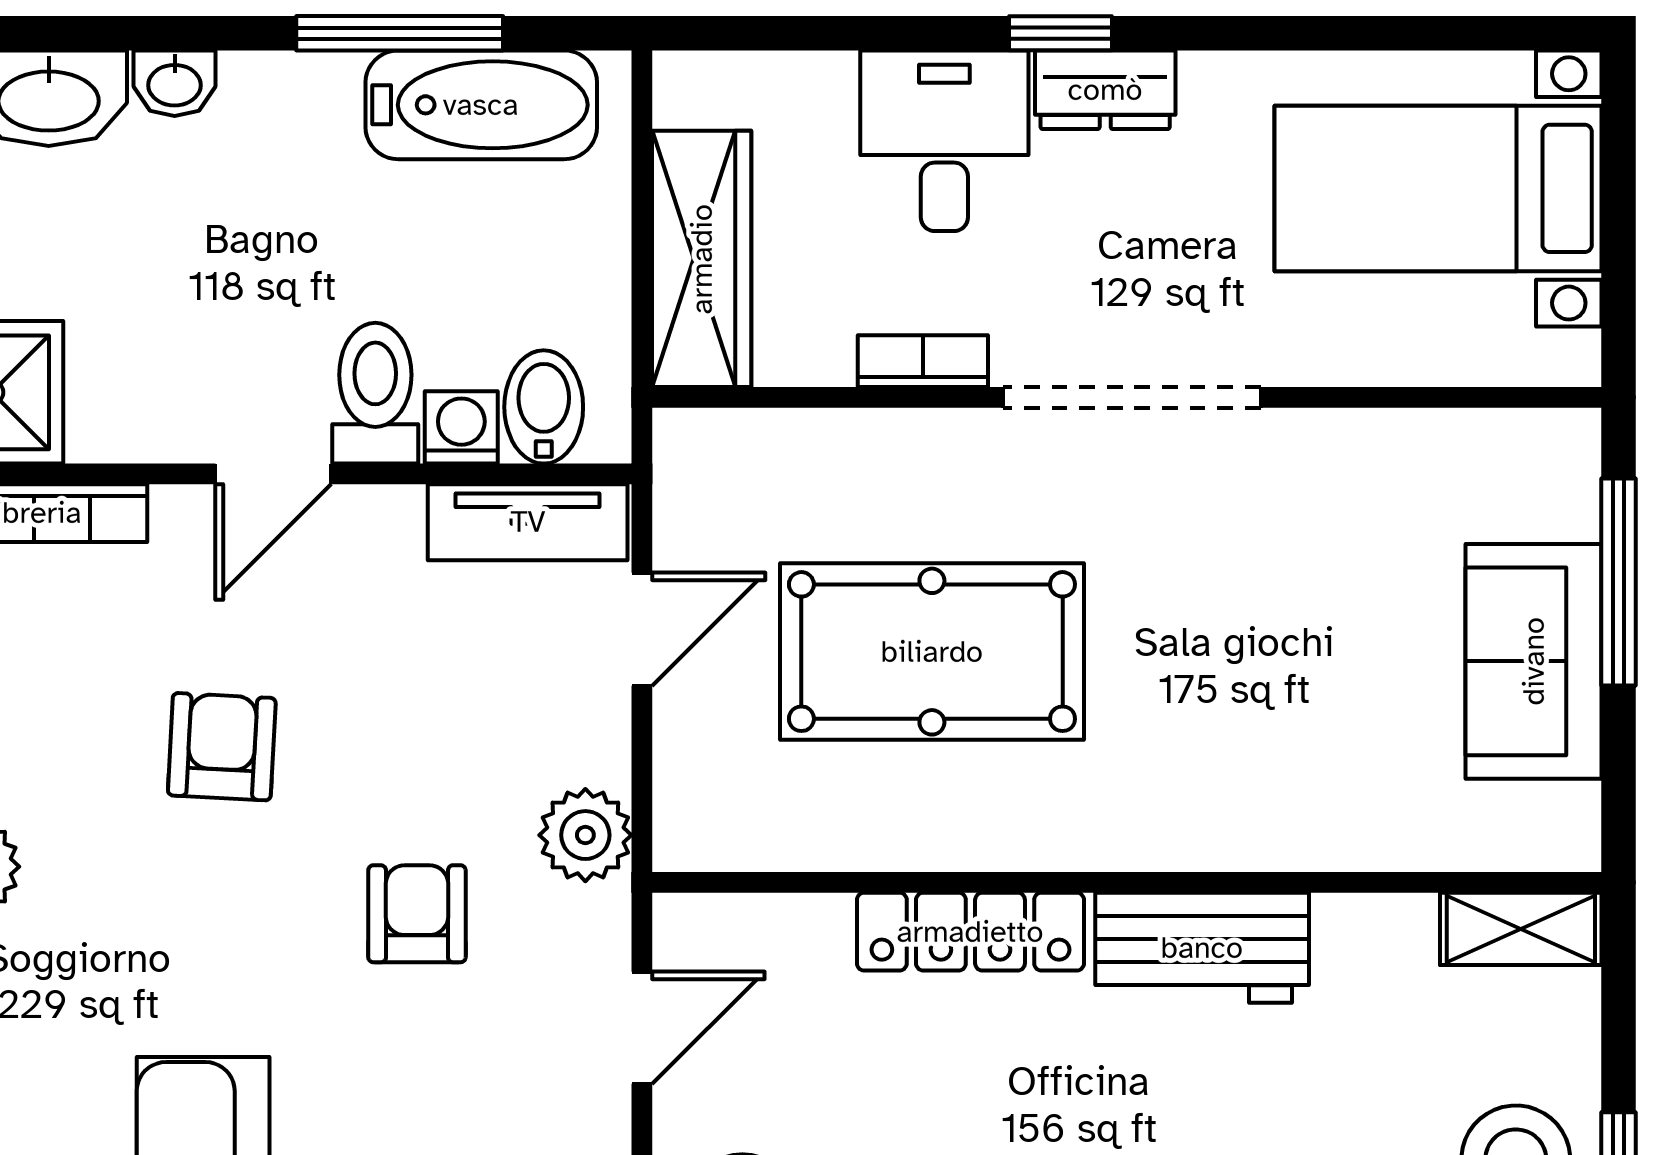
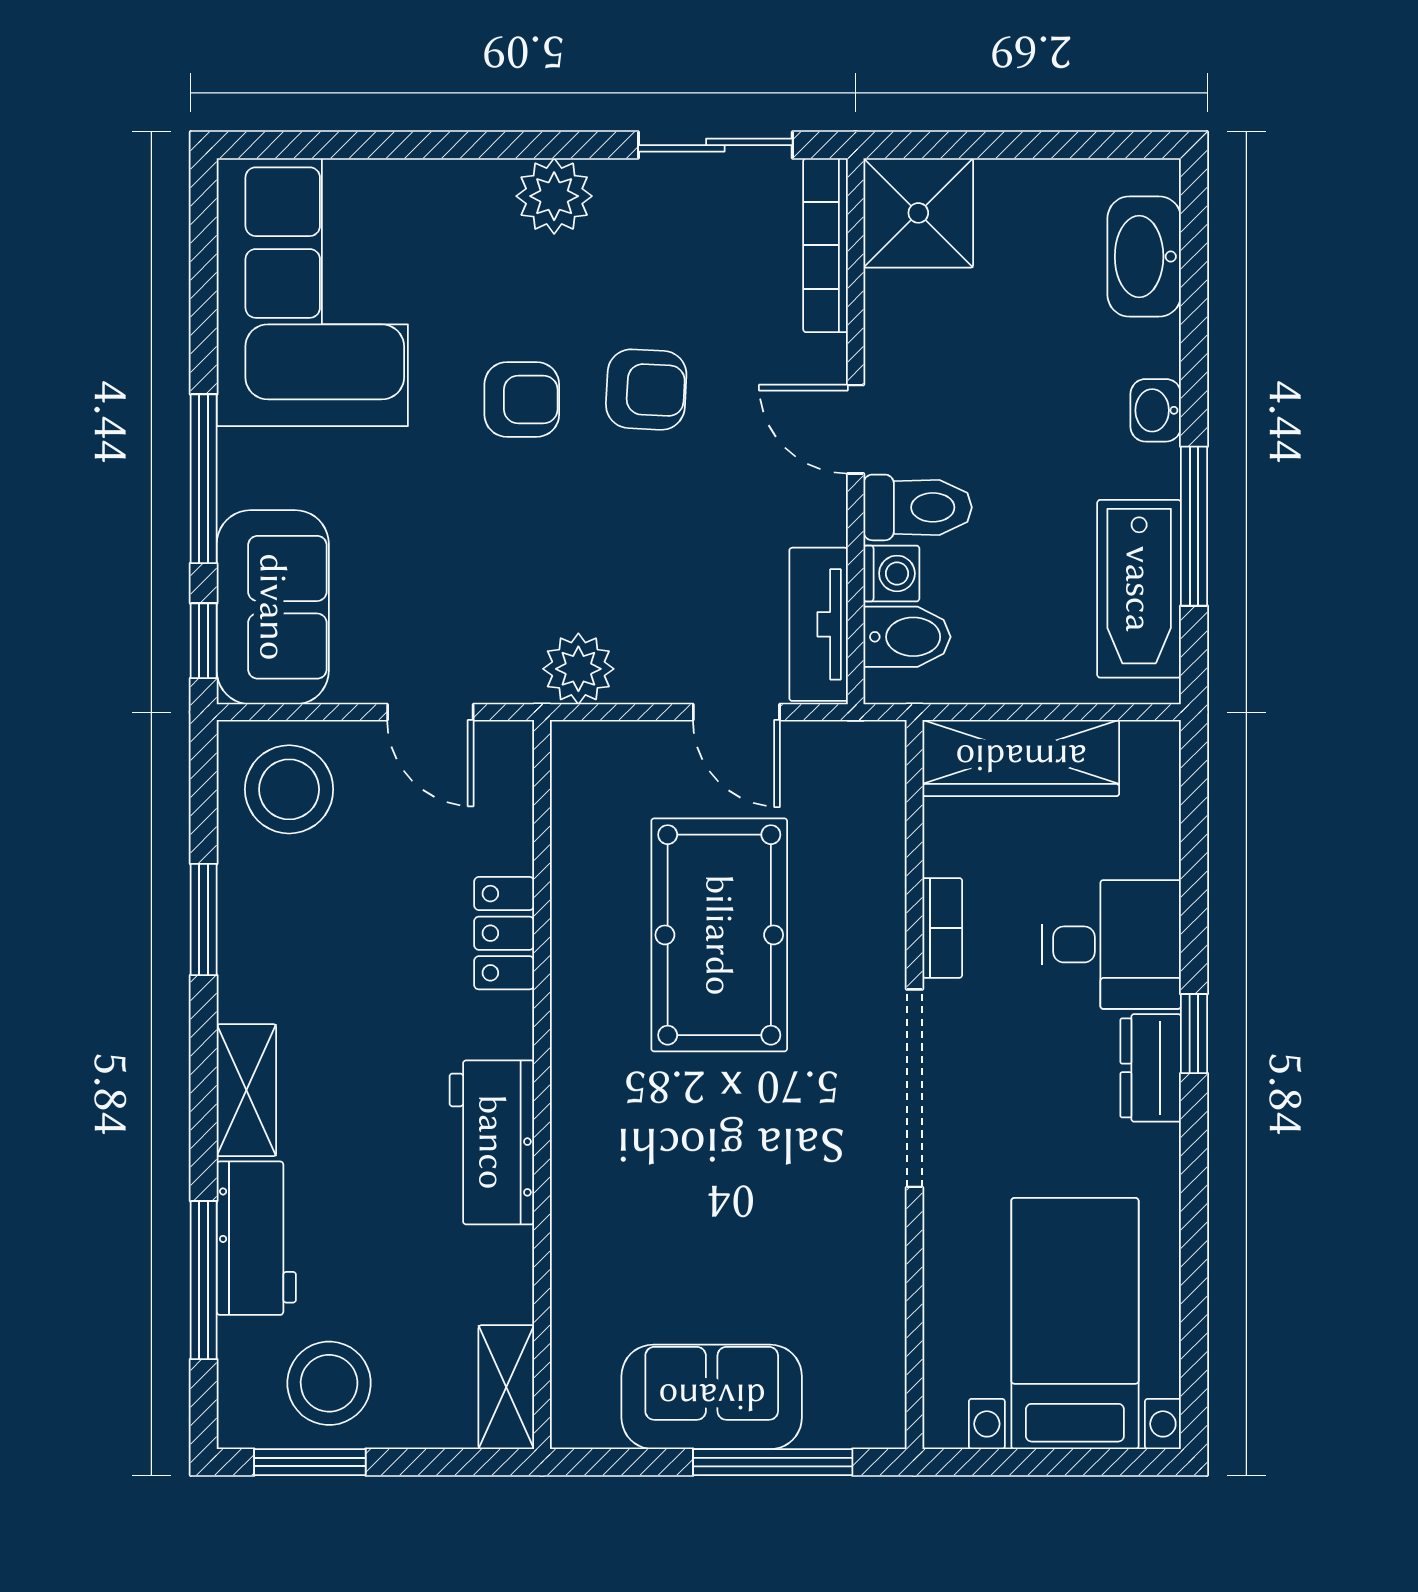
washbasin: (175, 83) -> (1156, 410), moved
armchair: (417, 914) -> (522, 399), moved
locker: (970, 932) -> (504, 933), width x0.66

